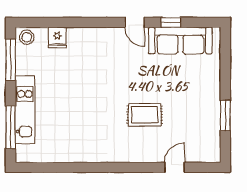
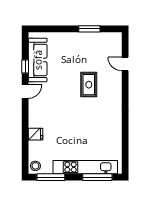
fridge: (57, 37) -> (36, 134), moved
kitchen unit: (25, 110) -> (85, 167), width x1.36

